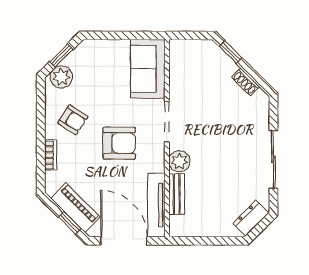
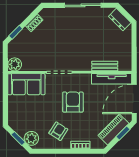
plant: (179, 161) -> (15, 64), moved

